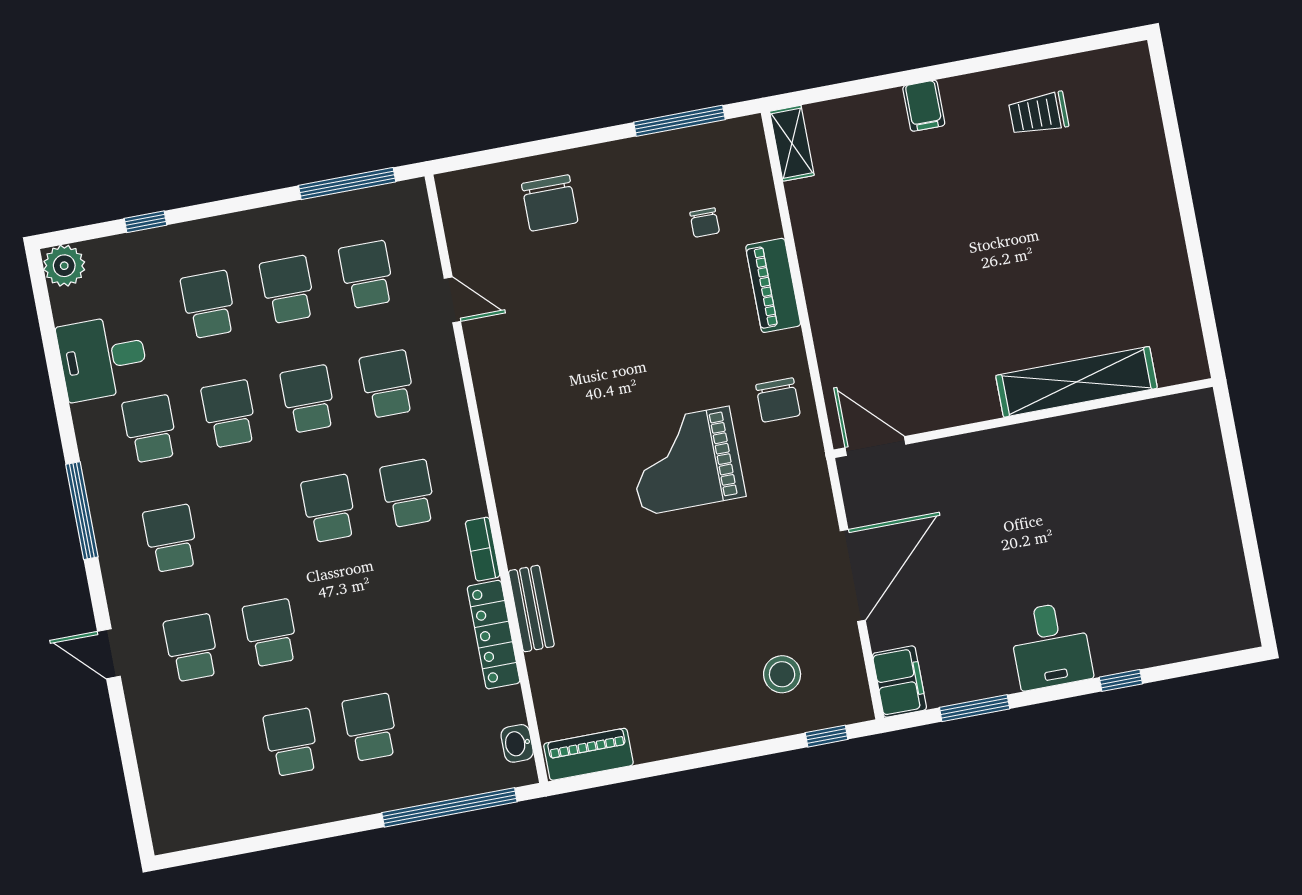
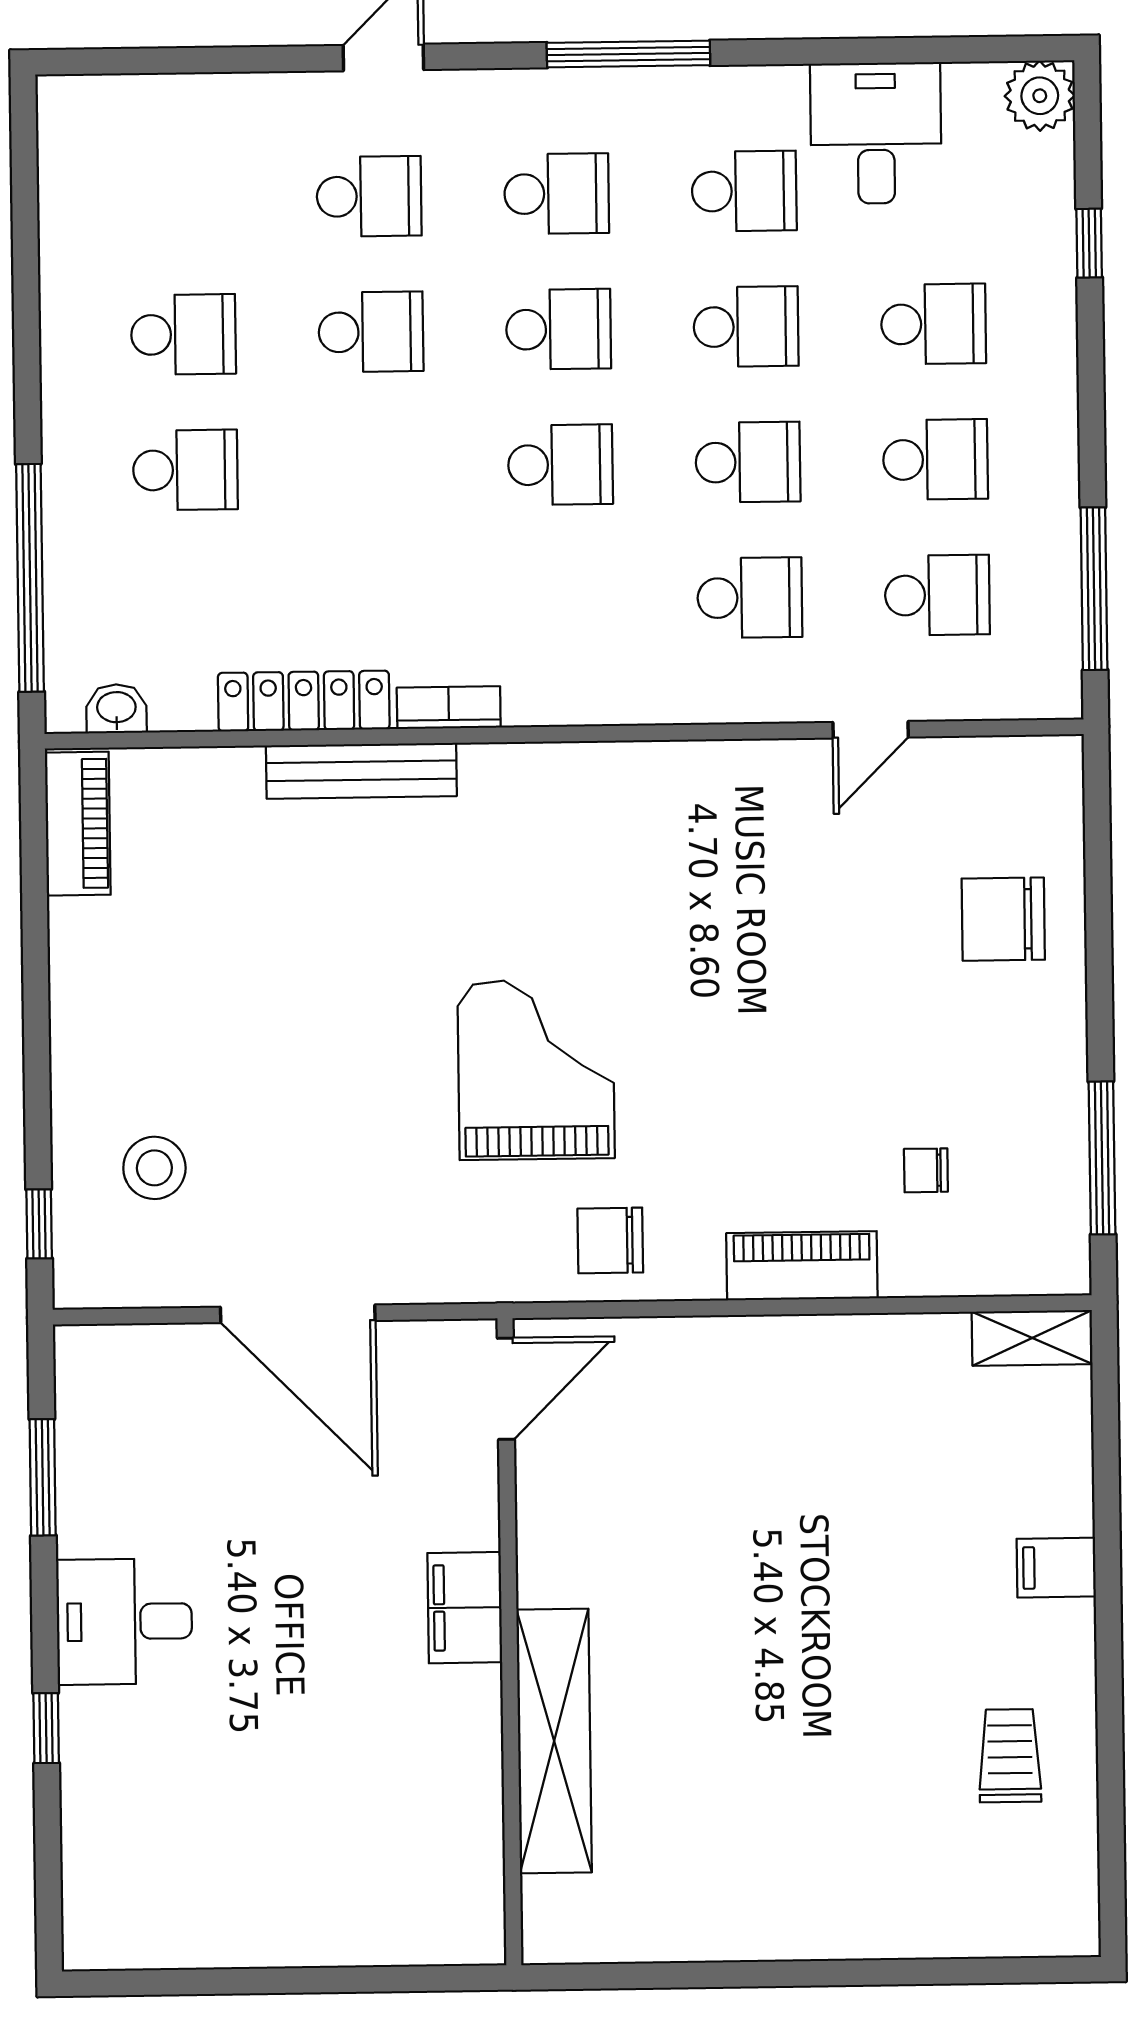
school desk: (408, 494) -> (558, 329), moved
bench: (531, 609) -> (361, 771), width x1.36
filing cabinet: (899, 682) -> (465, 1608), moved, turned 90

